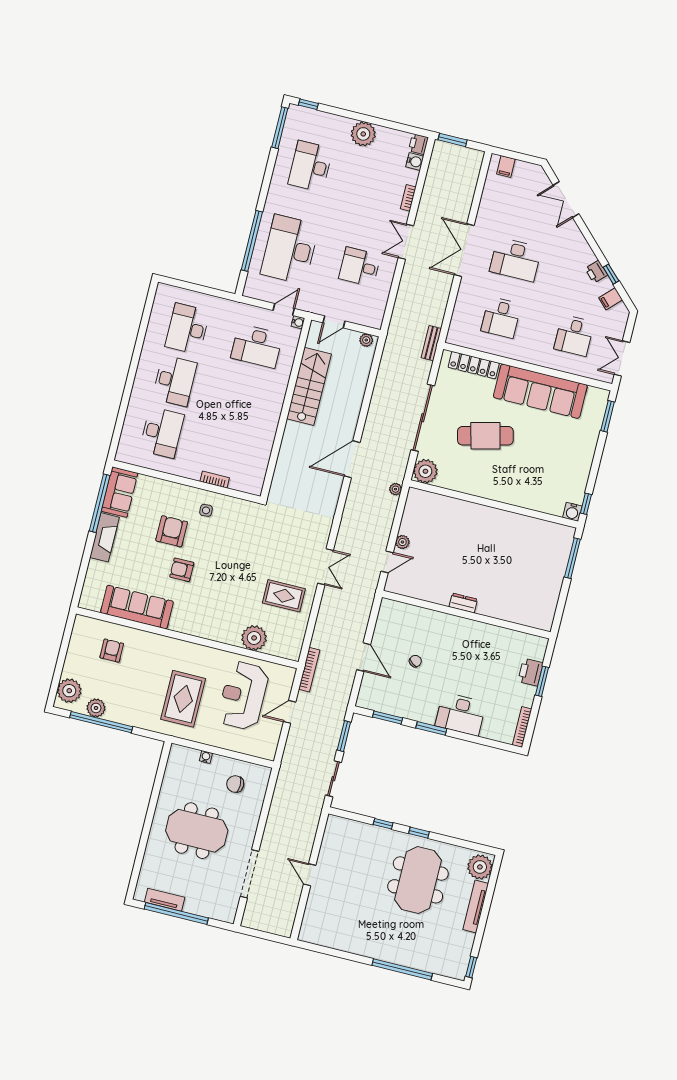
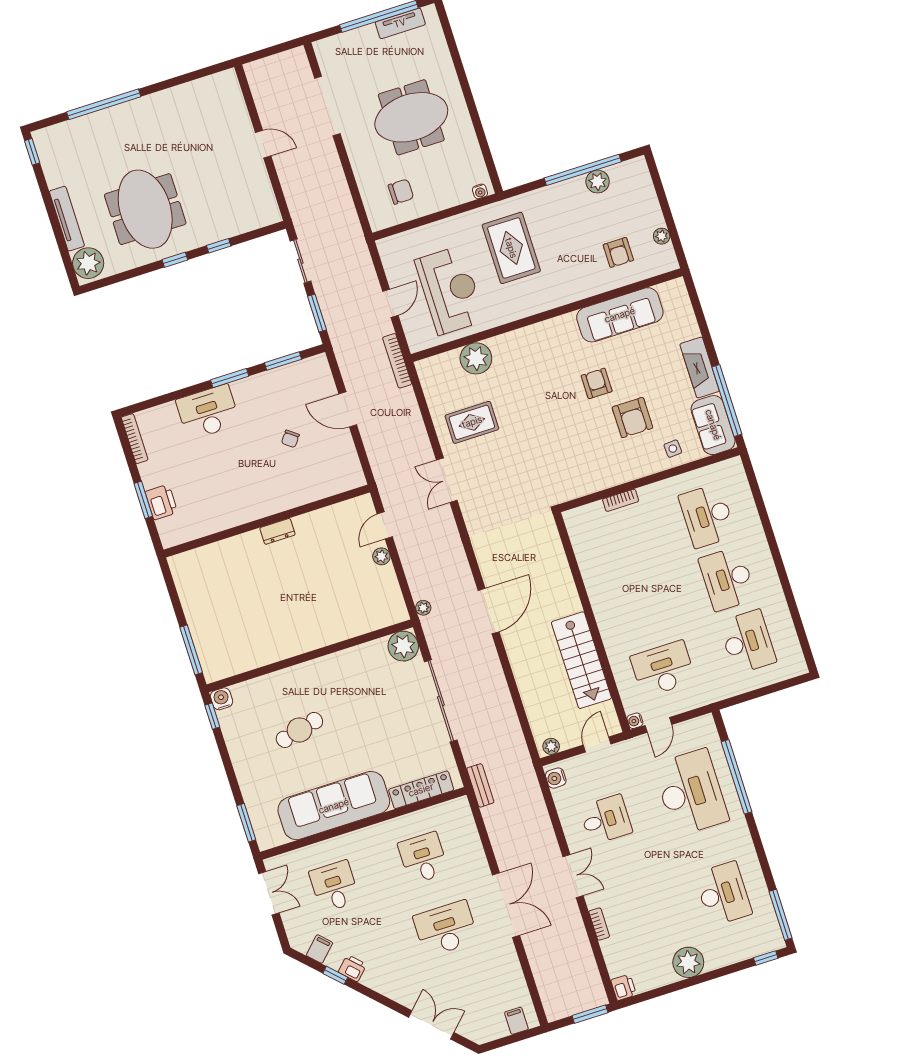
water cooler: (415, 162) -> (556, 778), moved
cafe table: (485, 436) -> (299, 730), moved, width x0.73, depth x0.74
side table: (206, 510) -> (673, 449), moved
armchair: (182, 570) -> (597, 383), turned -90
plant: (69, 691) -> (662, 236), moved, width x0.53, depth x0.53
water cooler: (206, 757) -> (480, 191), moved

